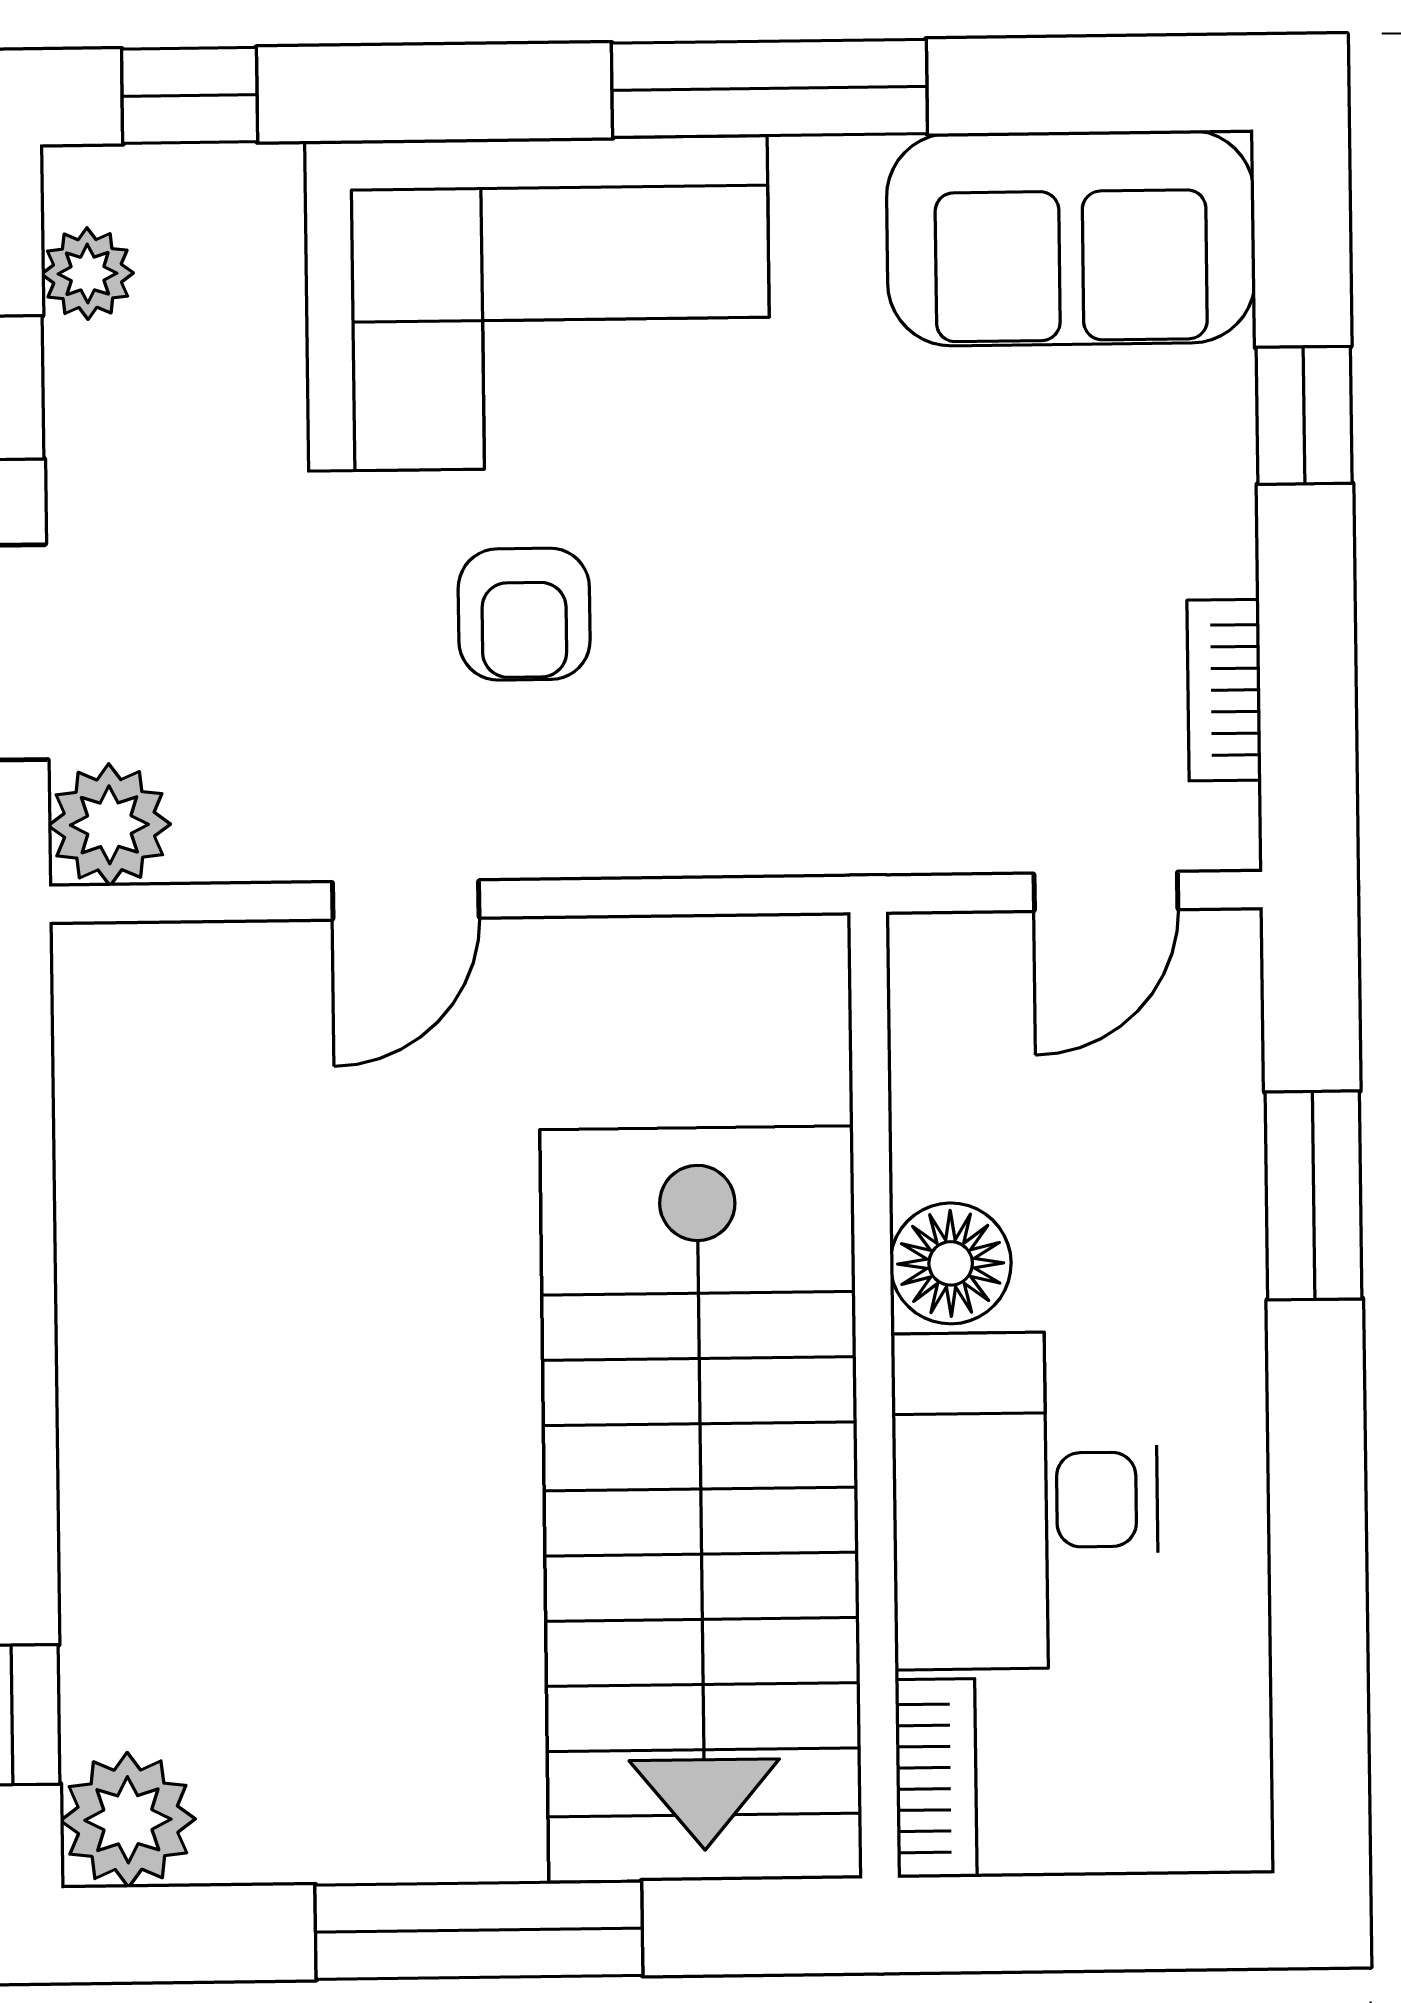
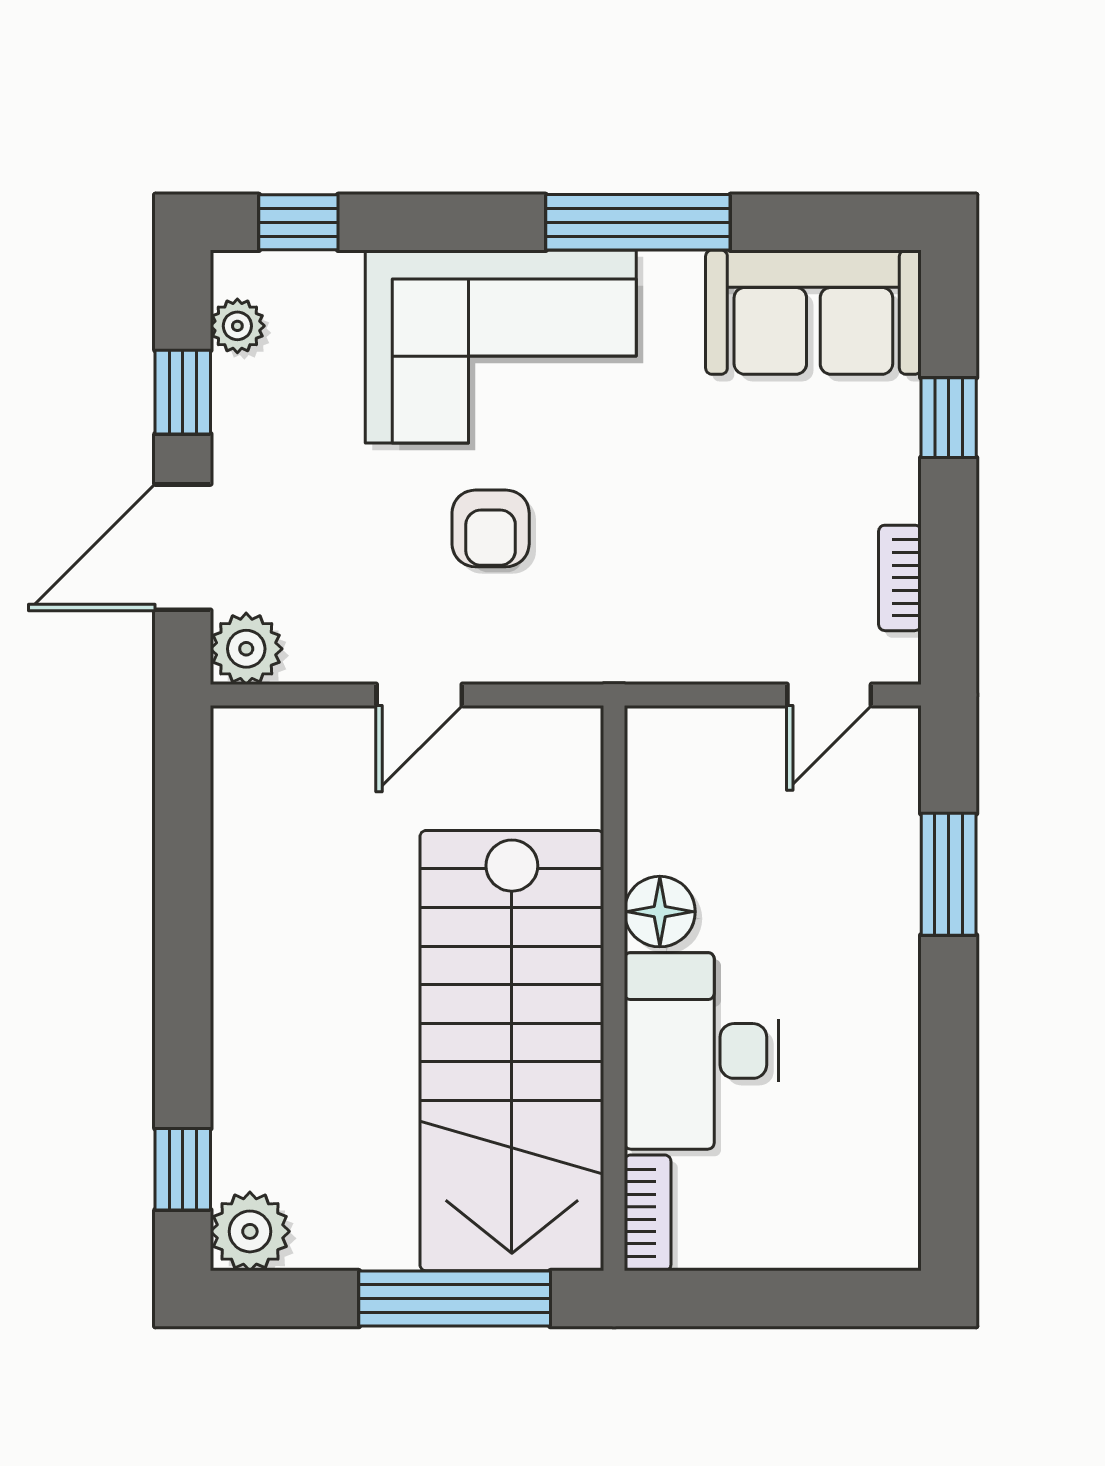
floor lamp: (951, 1263) -> (660, 912), moved
wall: (874, 1395) -> (614, 988), moved
desk: (1025, 1500) -> (702, 1051), moved
stairs: (701, 1504) -> (512, 1051), moved
bookcase: (936, 1778) -> (648, 1213), moved

